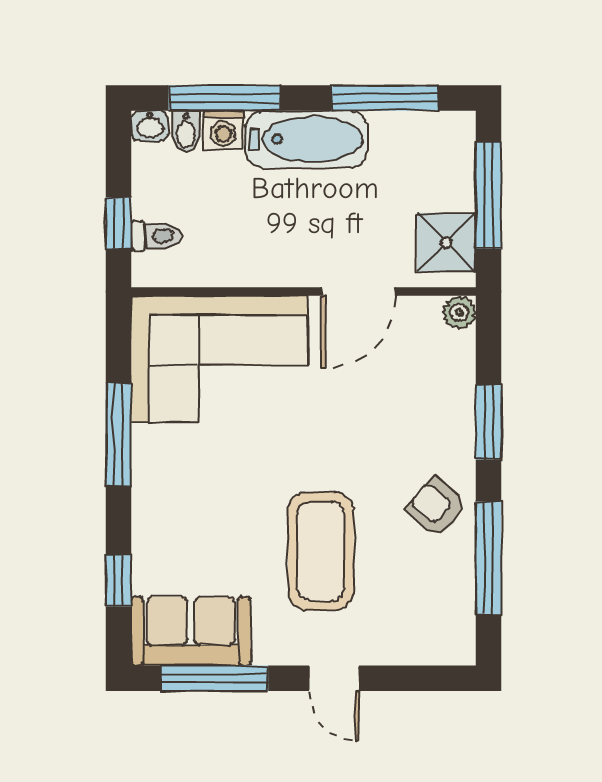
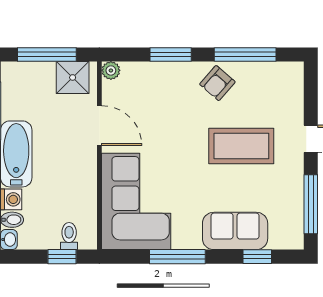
sofa: (191, 631) -> (235, 231), moved, turned 90

